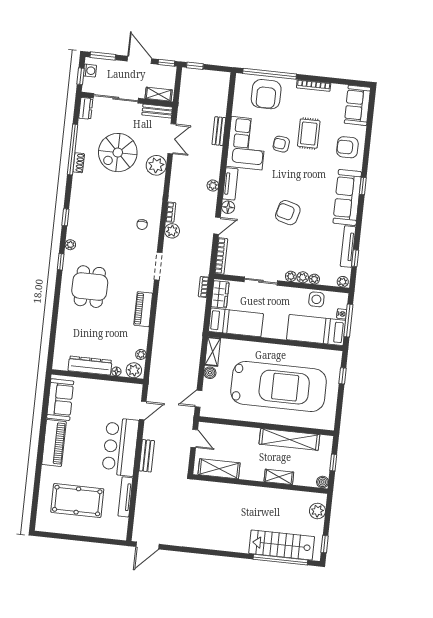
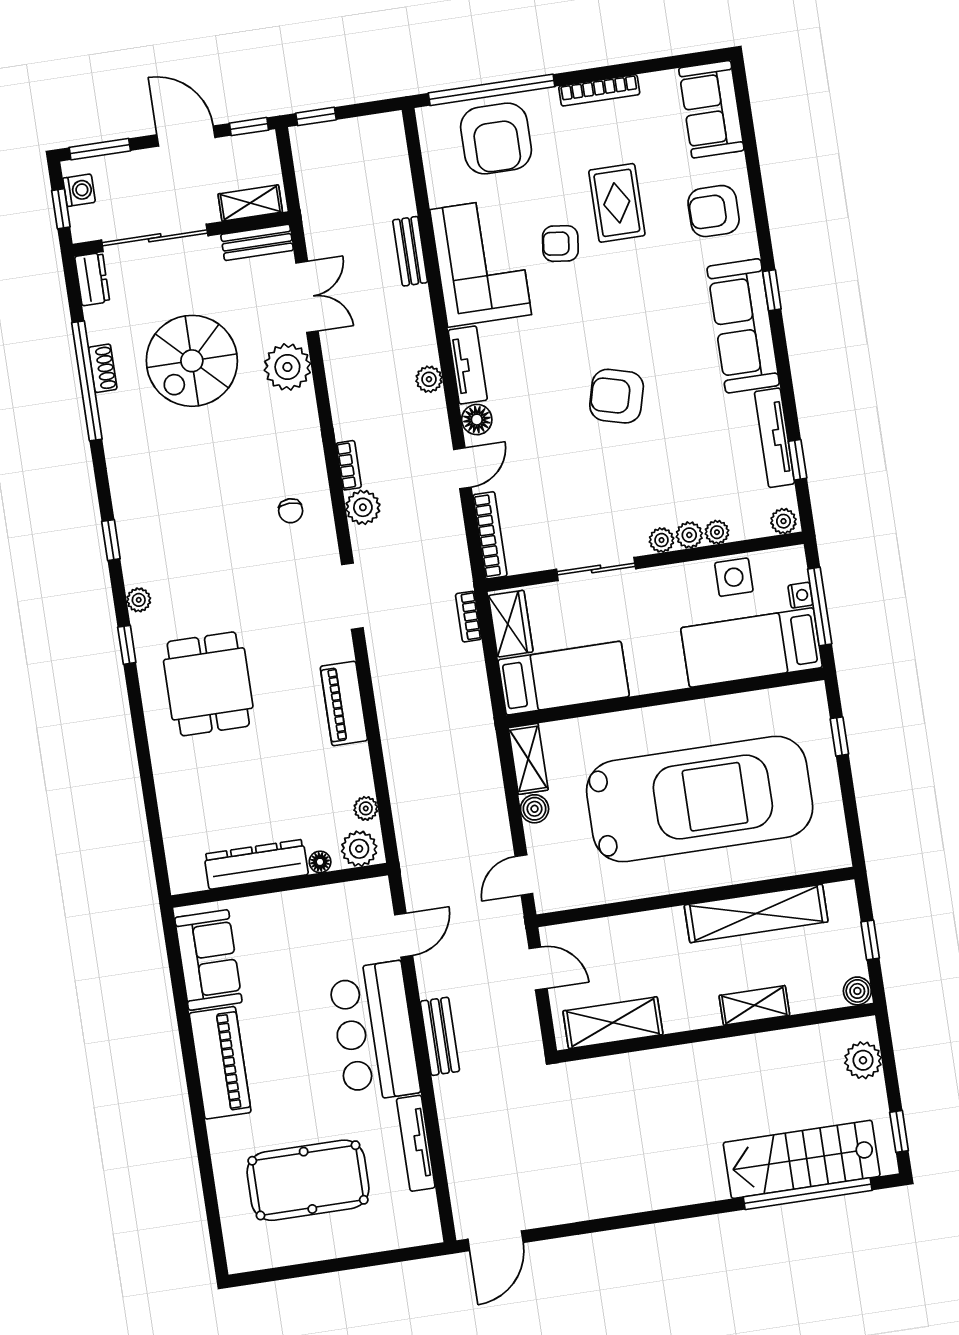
shoe rack: (79, 163) -> (103, 368), moved

